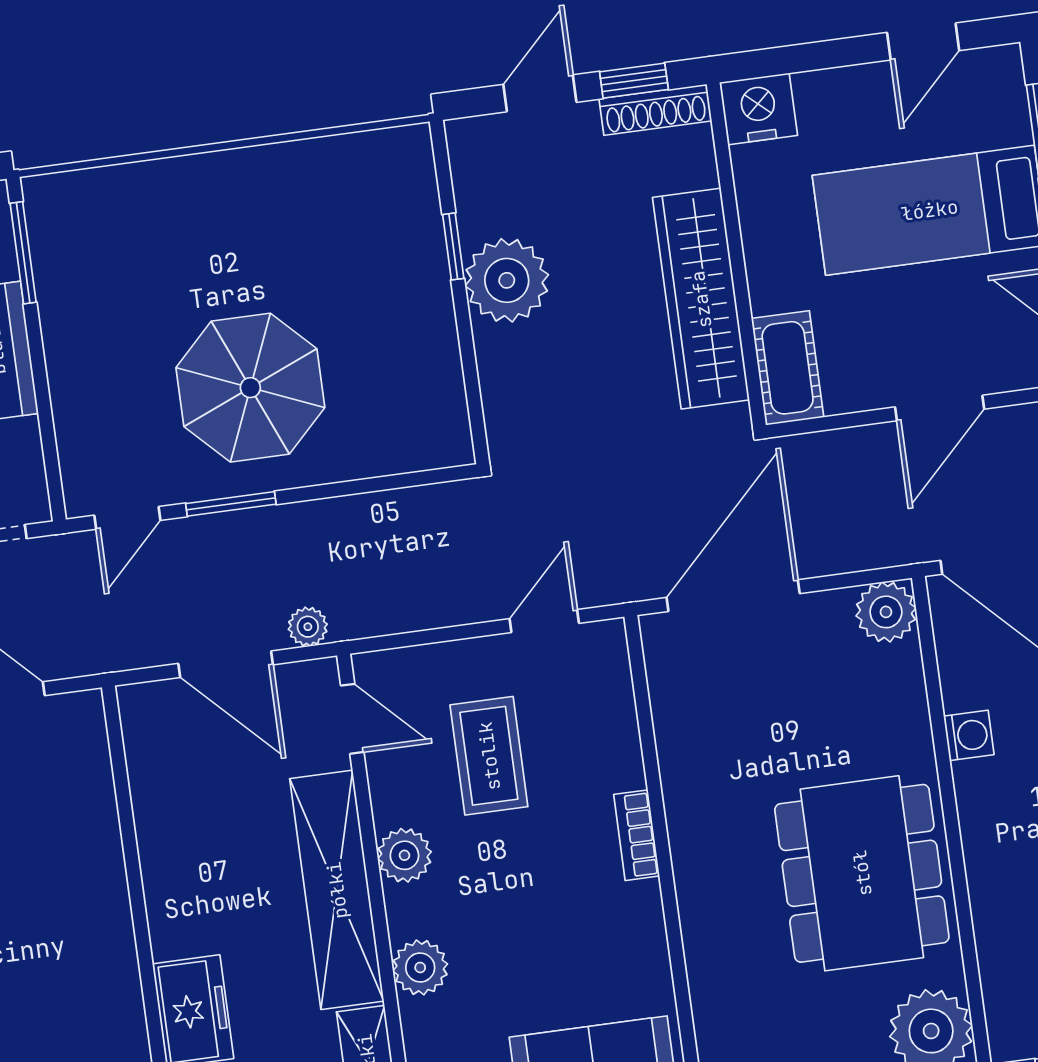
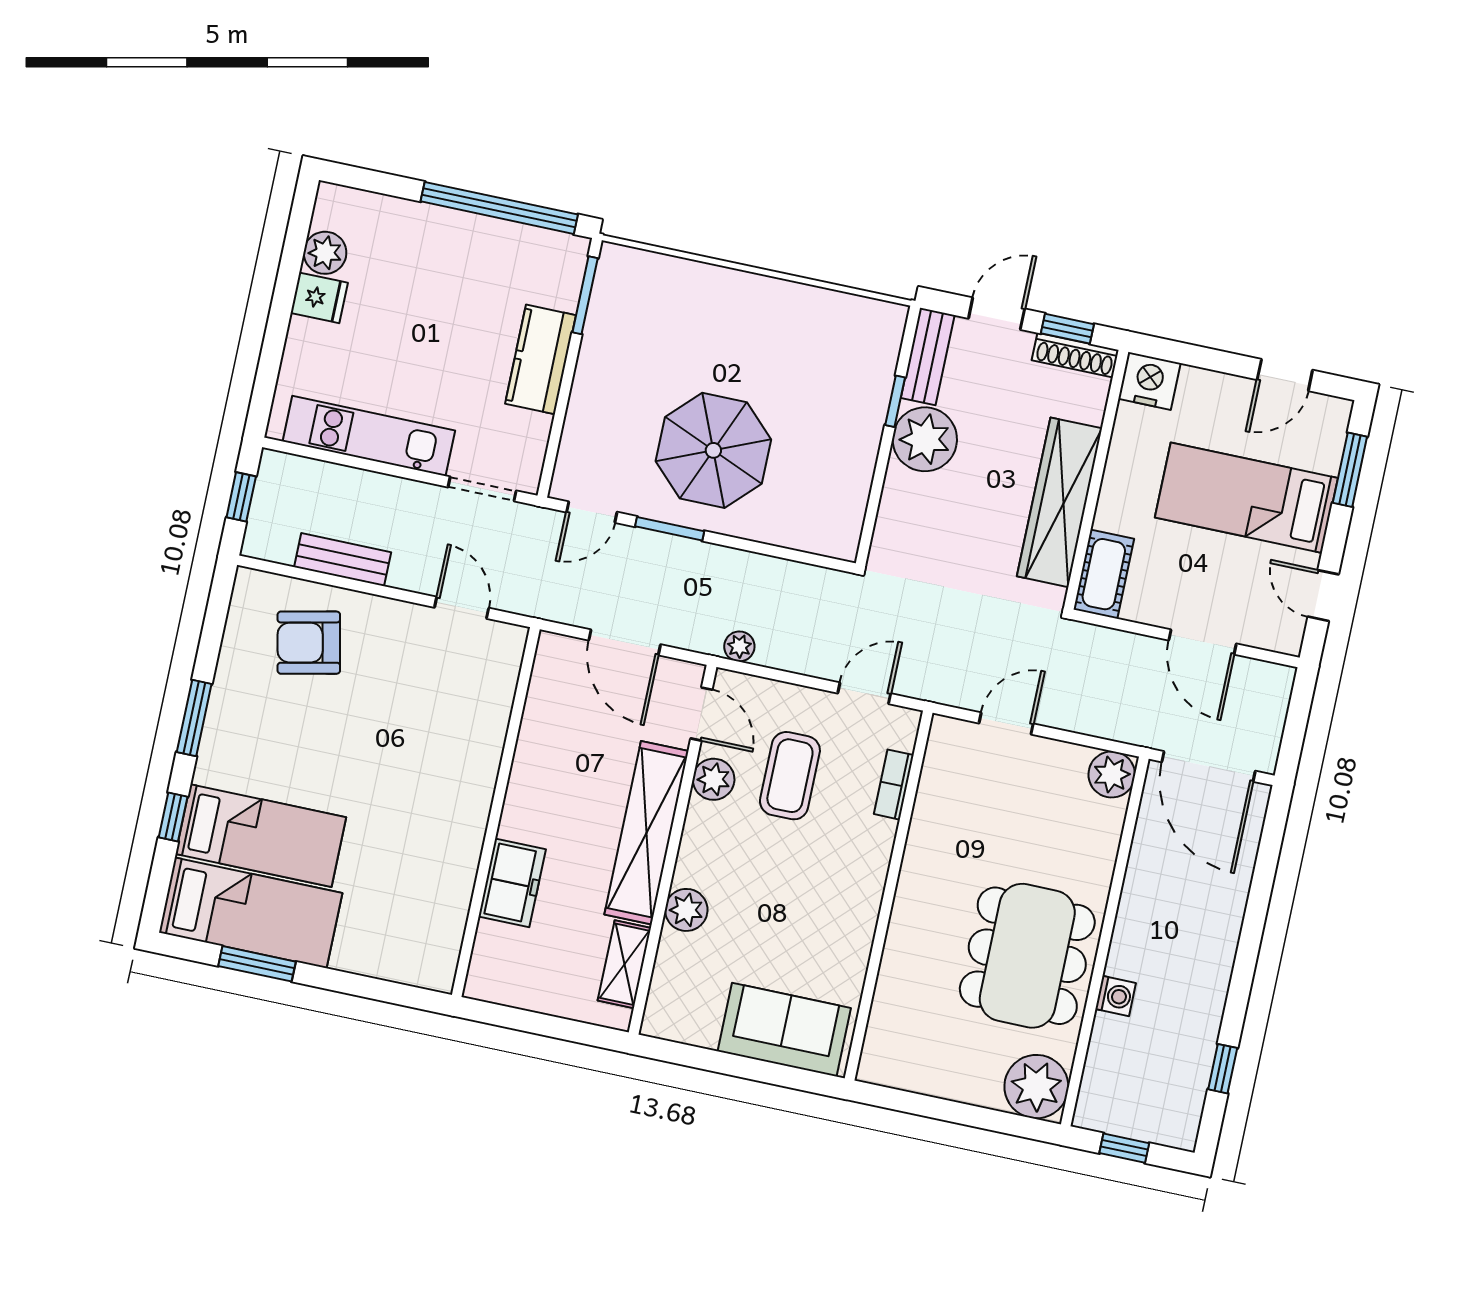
bench: (474, 177) -> (928, 357), added
door: (940, 408) -> (1202, 642), hinge flipped
door: (733, 596) -> (1006, 723), width x0.53
plant: (308, 627) -> (739, 646), moved
washing machine: (969, 735) -> (1116, 996), moved
bookcase: (637, 835) -> (894, 785), moved
plant: (404, 855) -> (714, 779), moved

